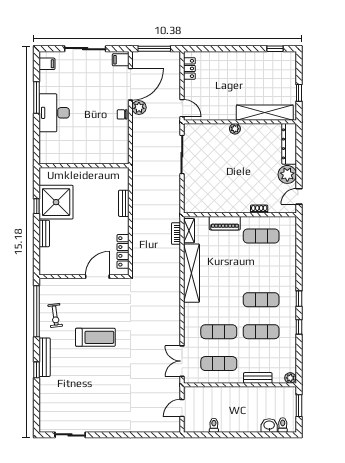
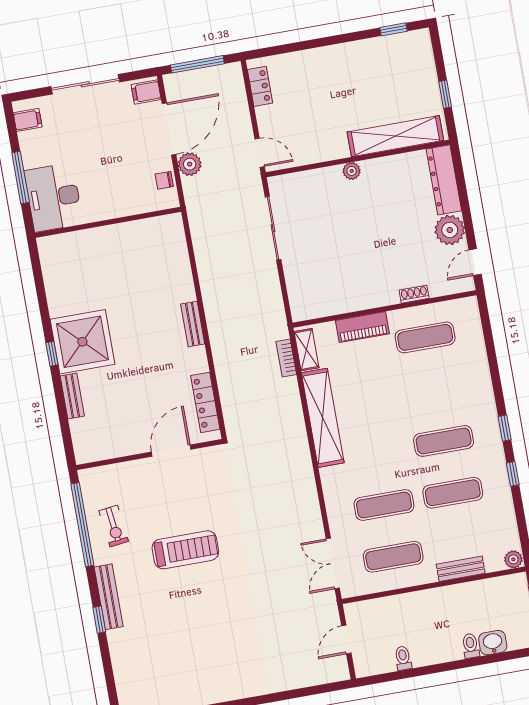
wall: (84, 166) -> (108, 222), moved
toilet: (283, 425) -> (471, 646), moved

